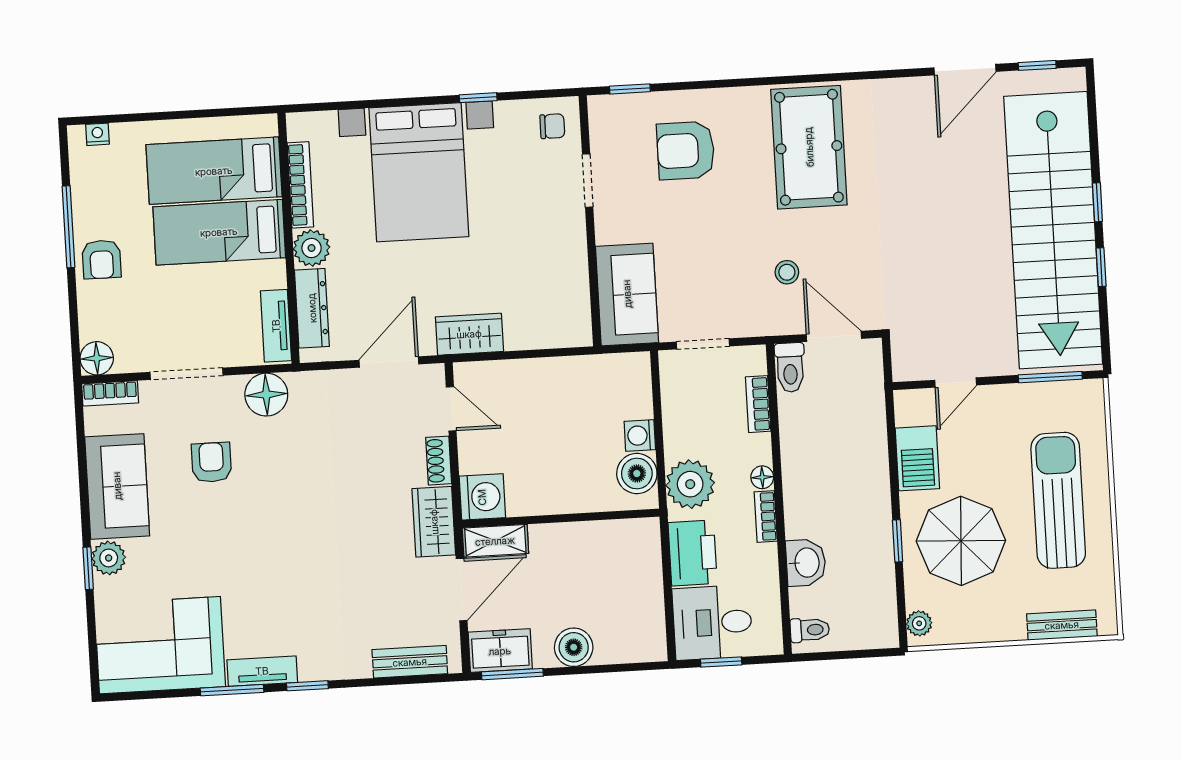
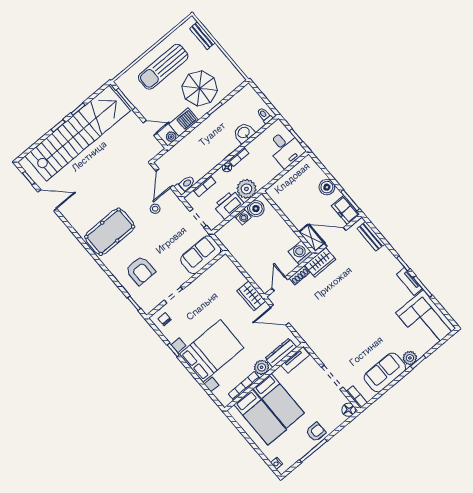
floor lamp: (266, 395) -> (320, 347), removed
armchair: (211, 462) -> (354, 348), removed
printer: (692, 553) -> (229, 205), moved
plant: (919, 623) -> (171, 137), moved

